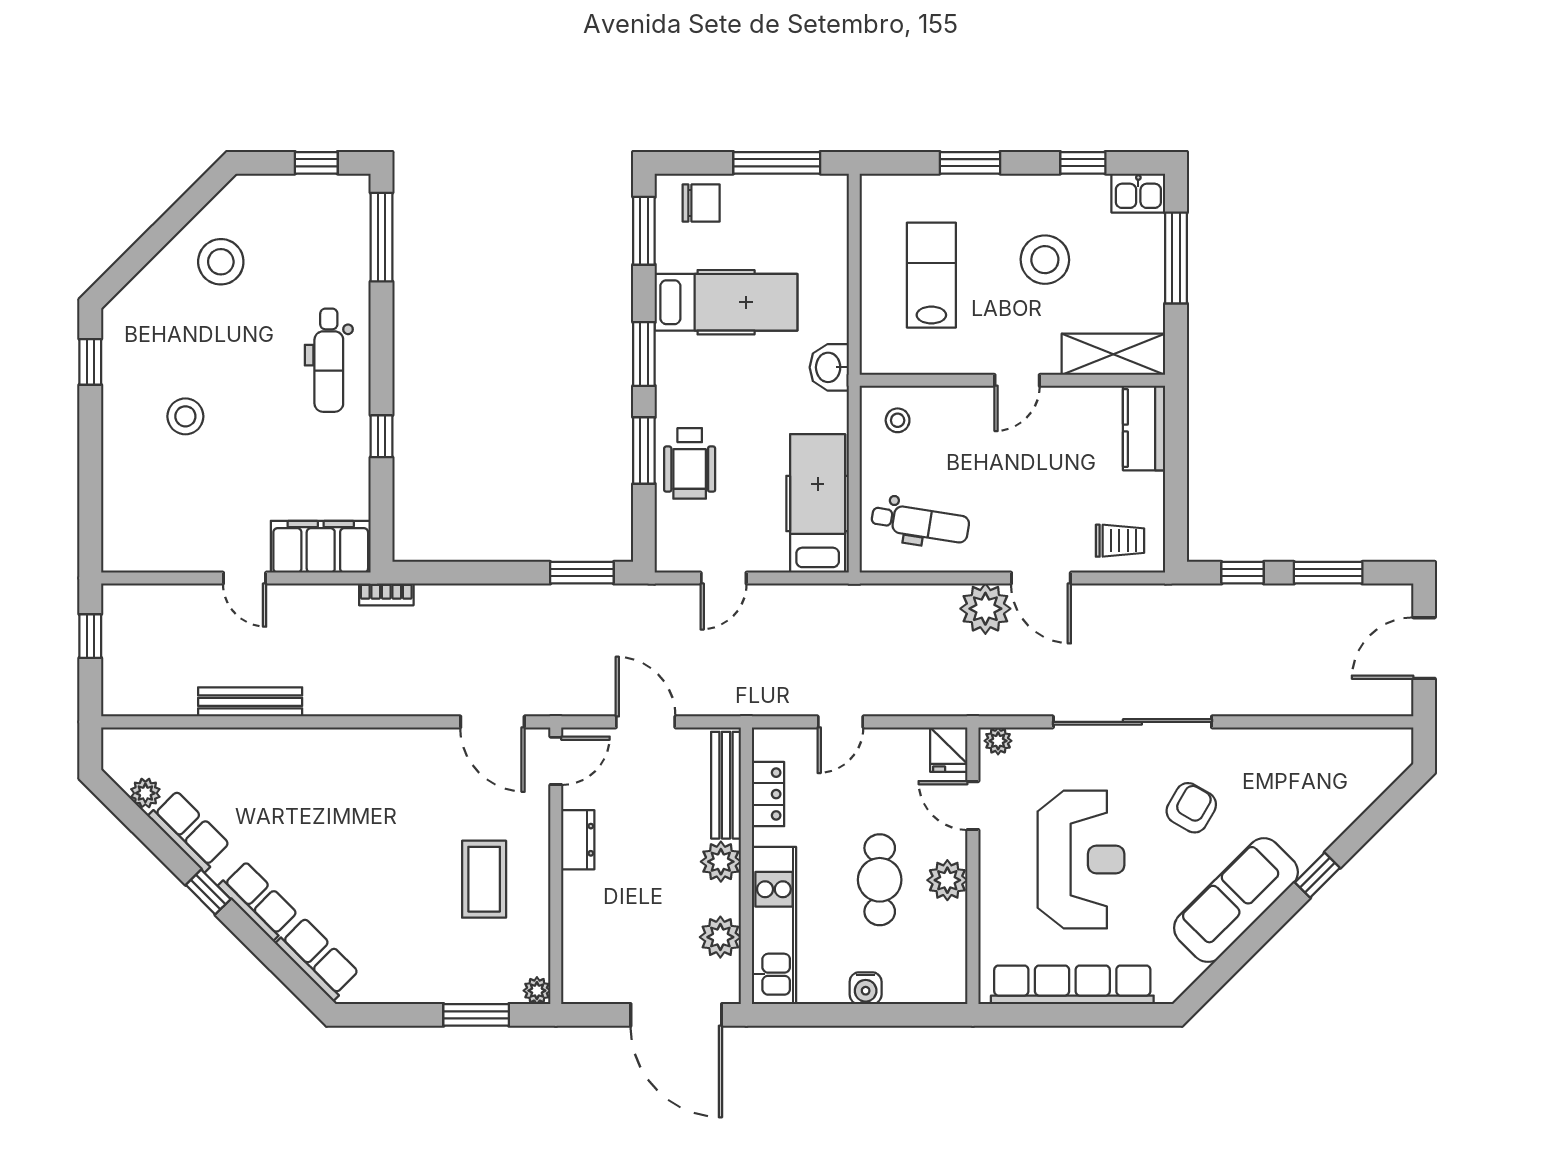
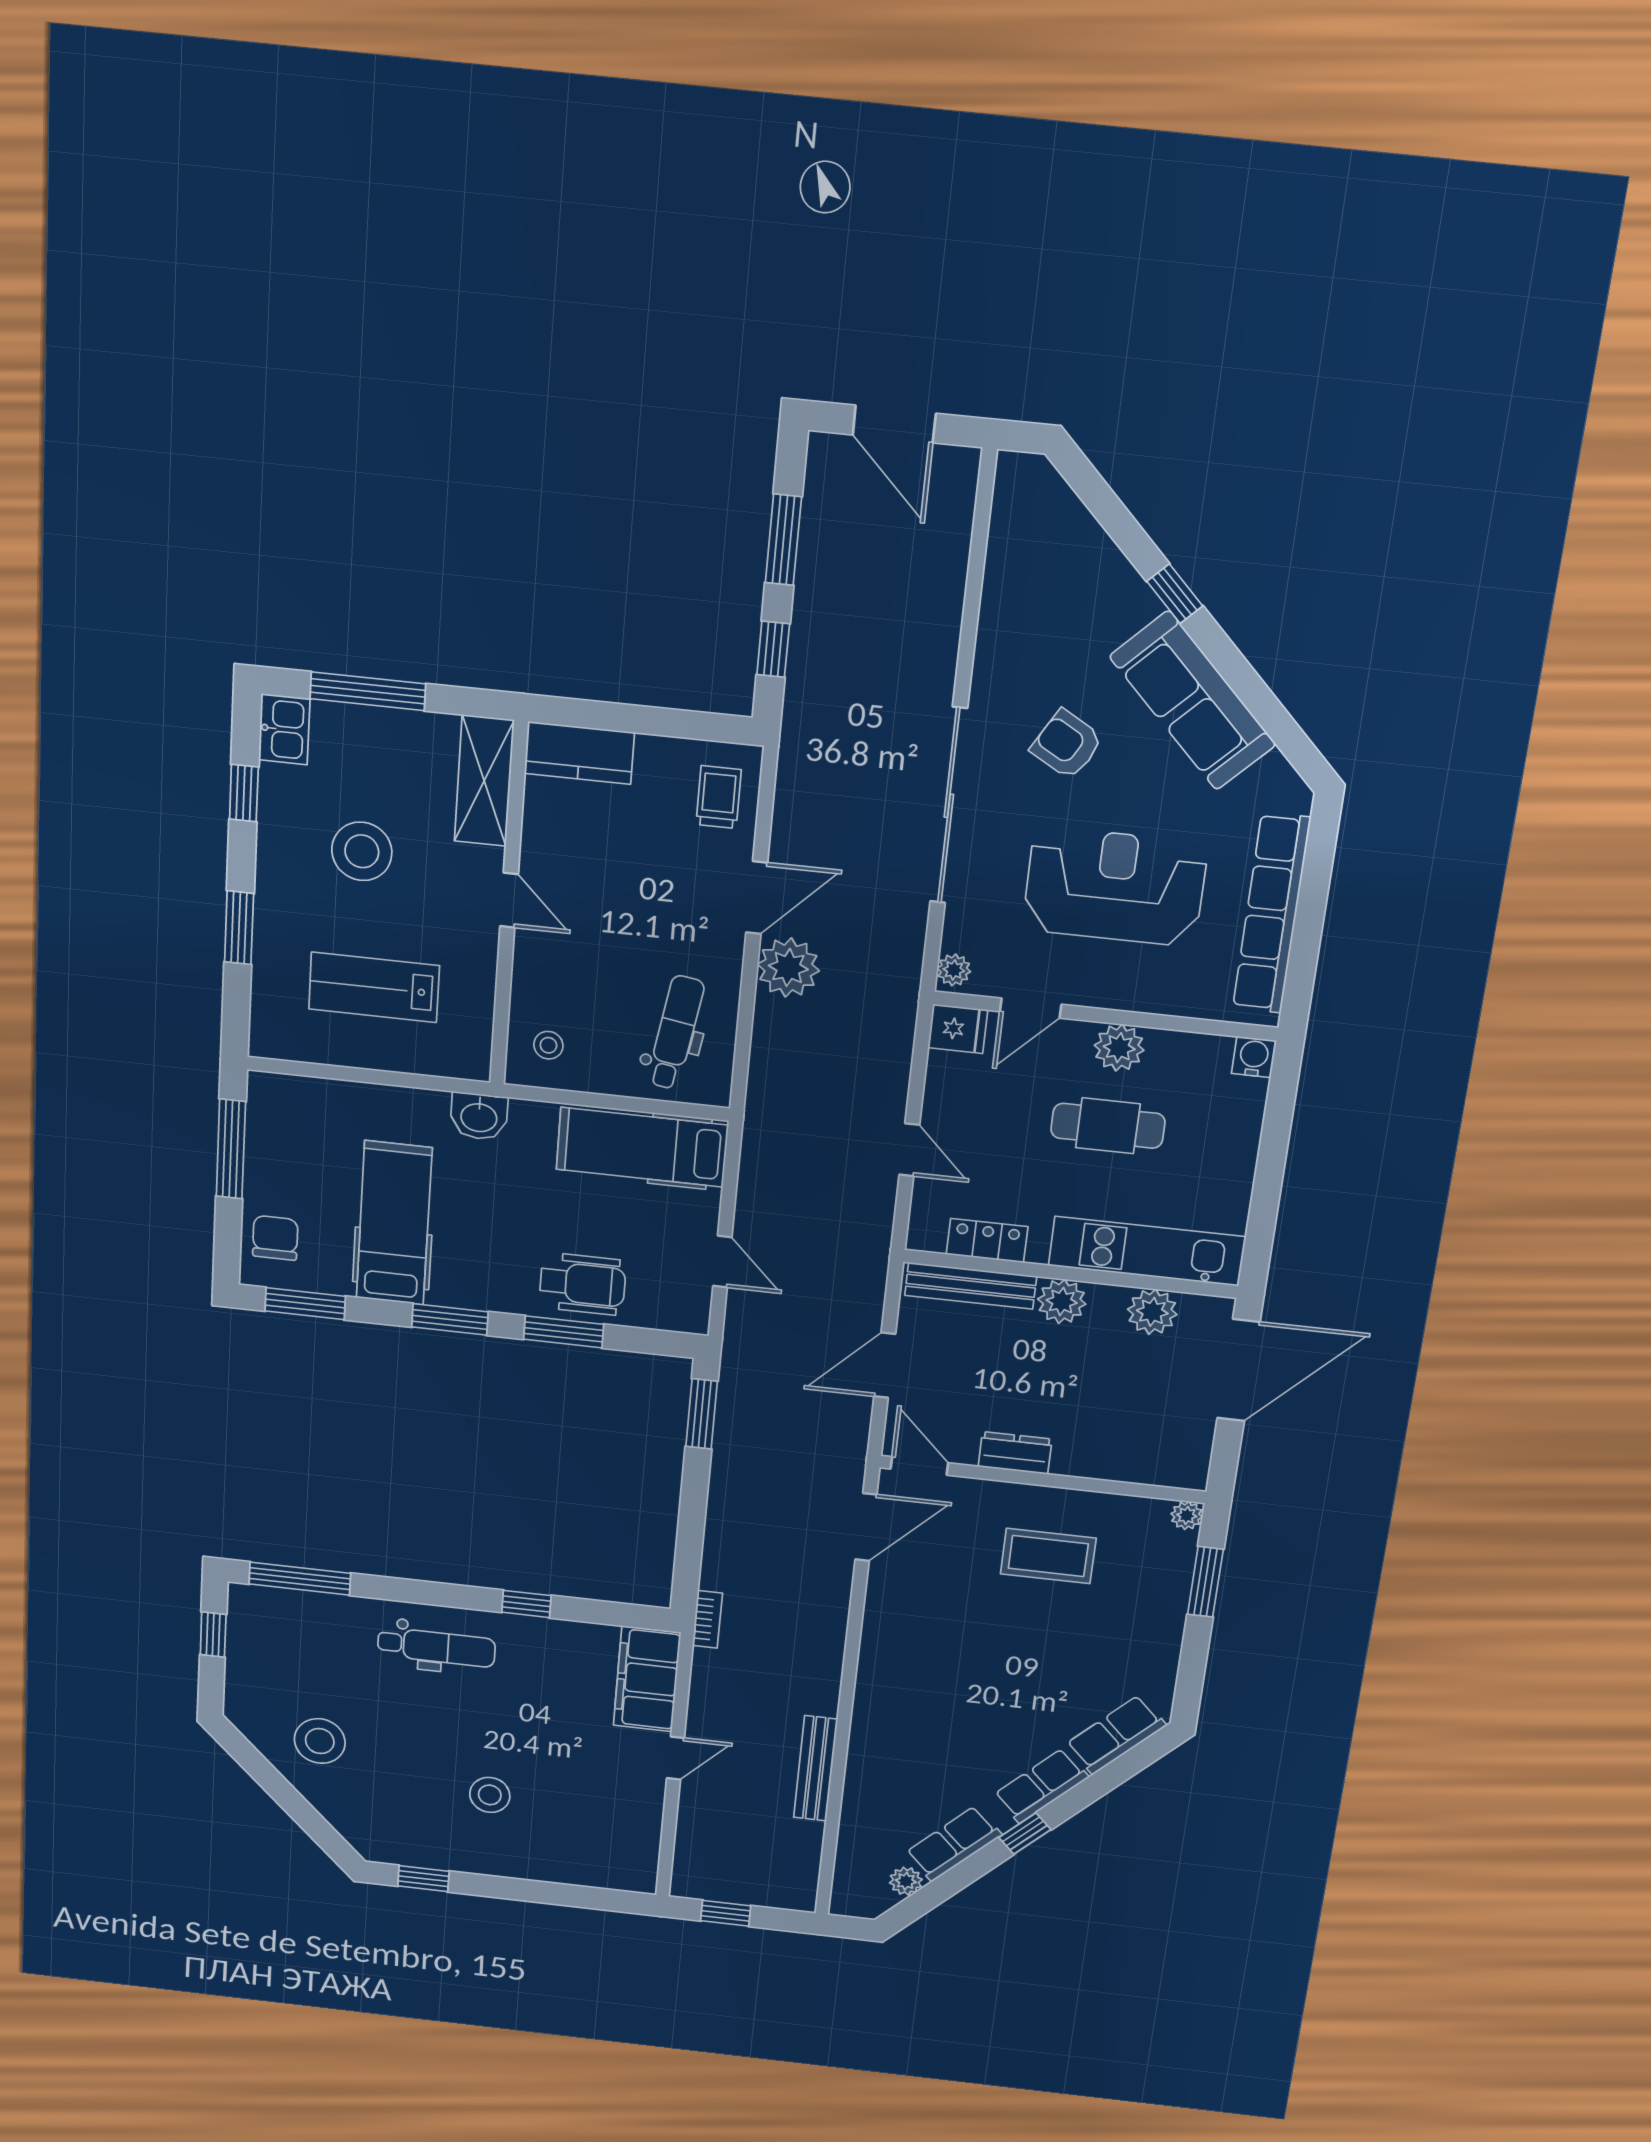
water cooler: (866, 988) -> (1254, 1057), moved, turned -90

